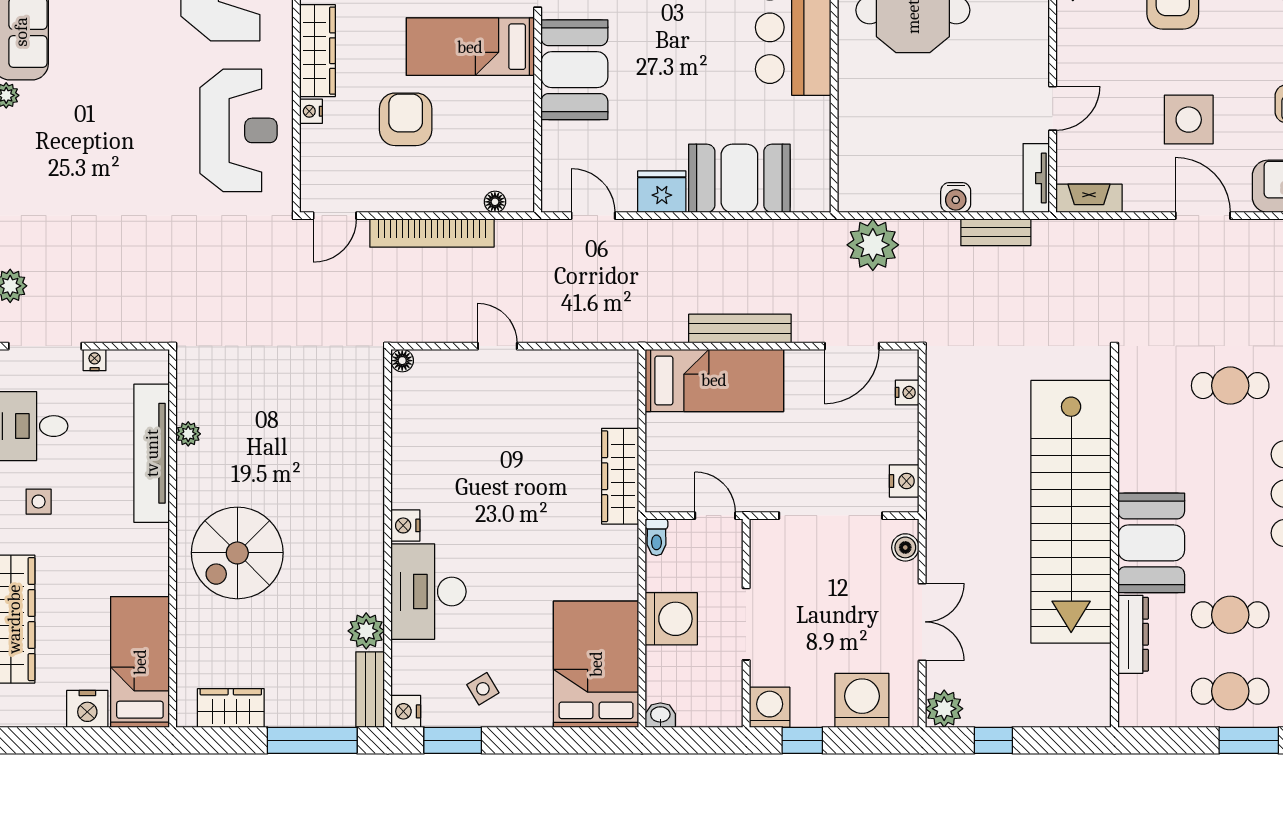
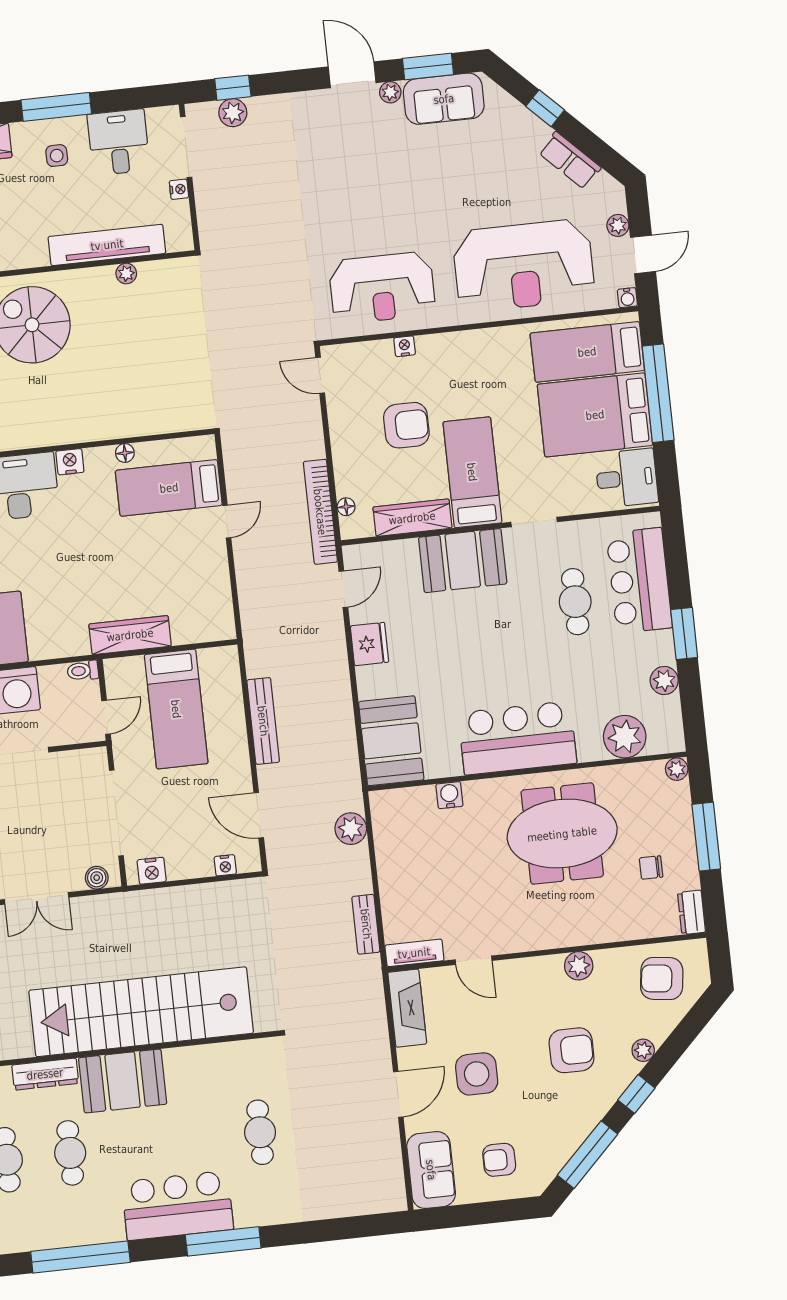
wardrobe: (318, 51) -> (412, 518), moved, turned 180
booth: (739, 178) -> (391, 741), moved
water cooler: (956, 197) -> (449, 795), moved, turned 90
fireplace: (1089, 198) -> (407, 1008), width x1.37, depth x1.32
bookcase: (432, 233) -> (320, 512), moved
plant: (873, 245) -> (351, 829), width x0.73, depth x0.73
floor lamp: (402, 361) -> (125, 453), moved
bed: (714, 380) -> (176, 709), moved
bed: (450, 411) -> (169, 488), added

